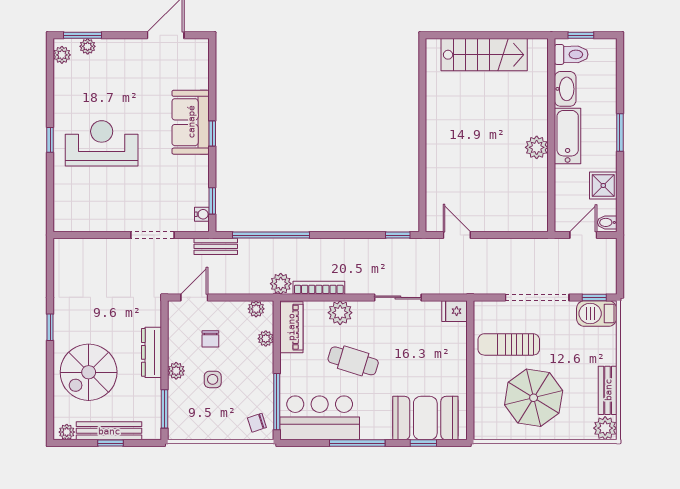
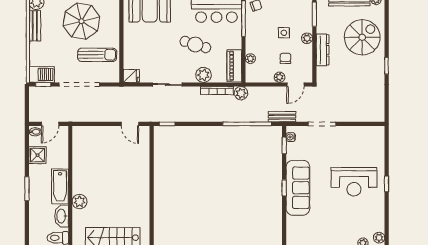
sofa: (191, 122) -> (298, 188), width x1.36
plant: (537, 147) -> (80, 202), moved
plant: (256, 309) -> (280, 77), moved

